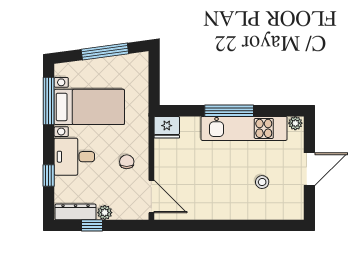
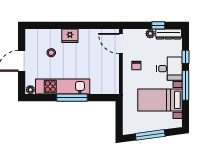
window: (49, 101) -> (185, 85), moved
fridge: (167, 127) -> (70, 36), moved, turned 180

